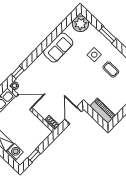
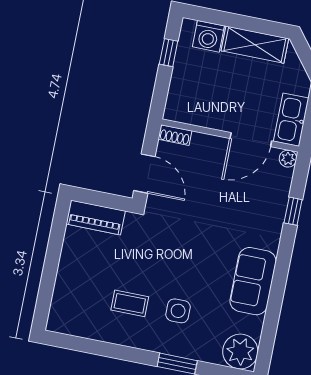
window: (18, 72) -> (293, 211), moved

